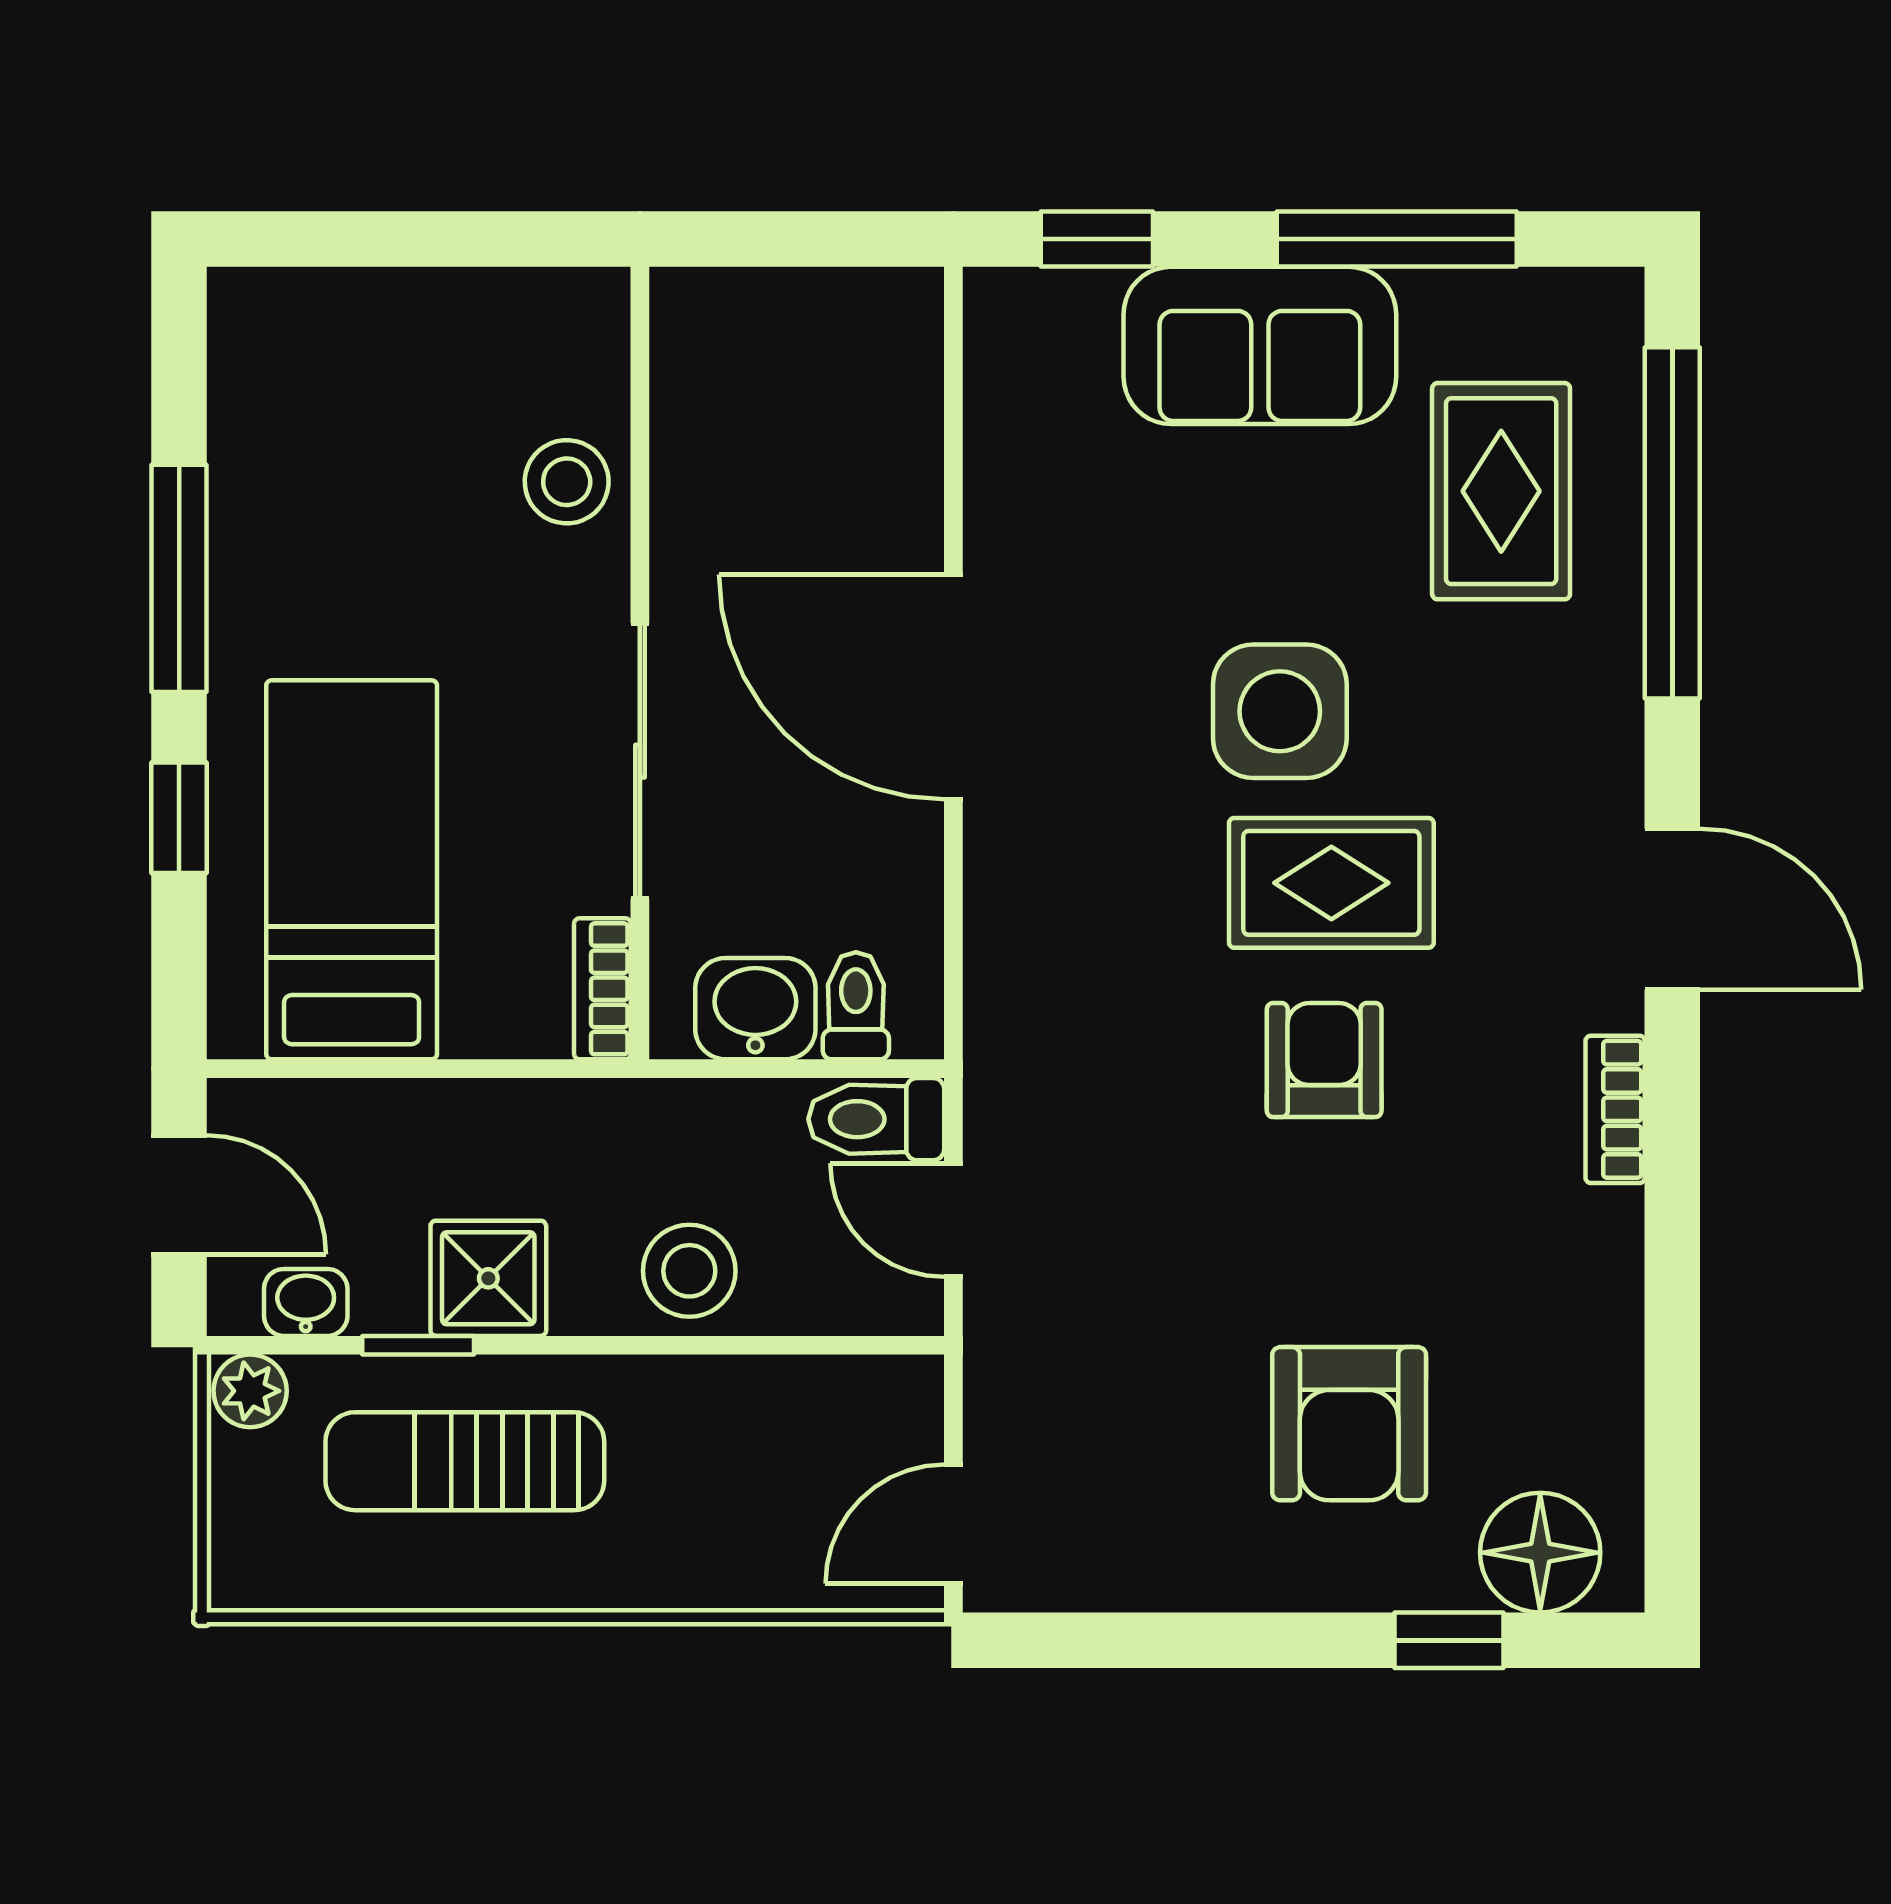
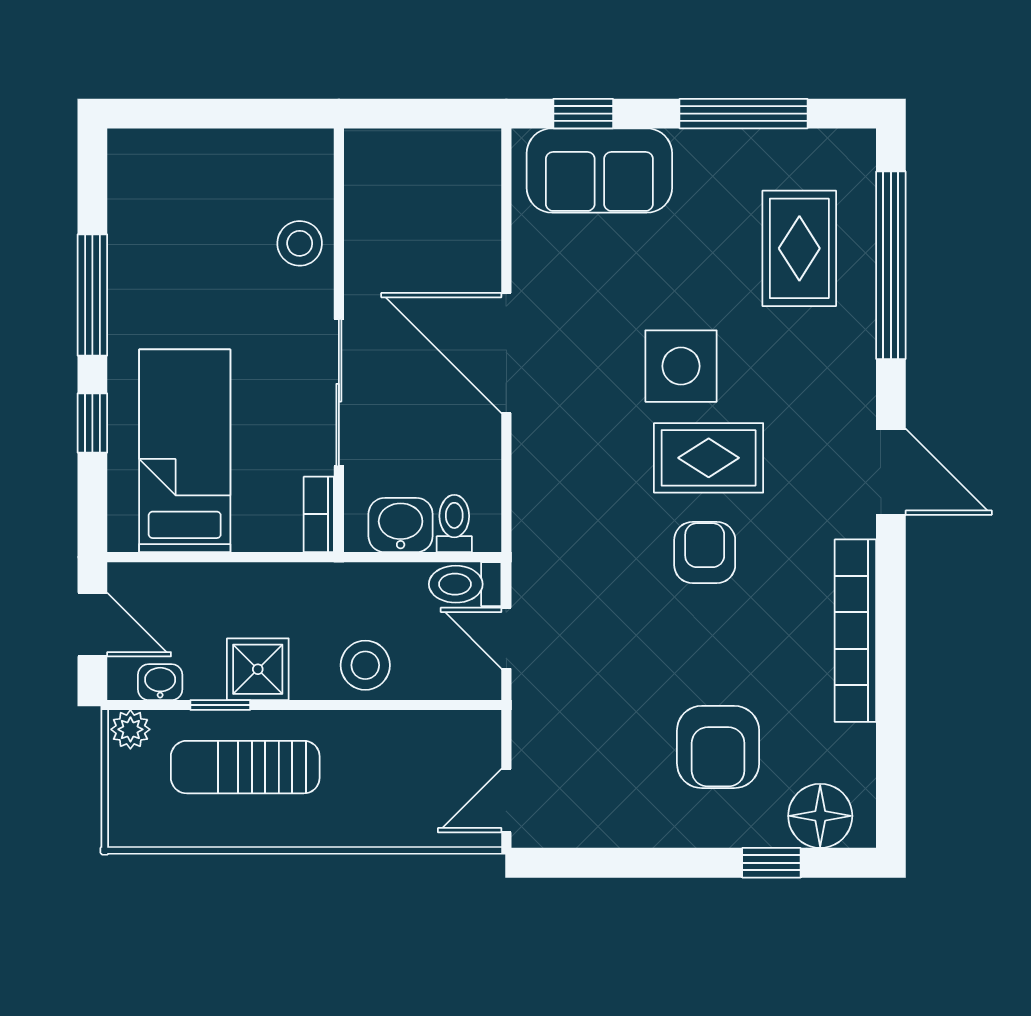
sofa: (1260, 345) -> (599, 170), moved
bookcase: (1615, 1109) -> (855, 631), width x2.31, depth x1.31

